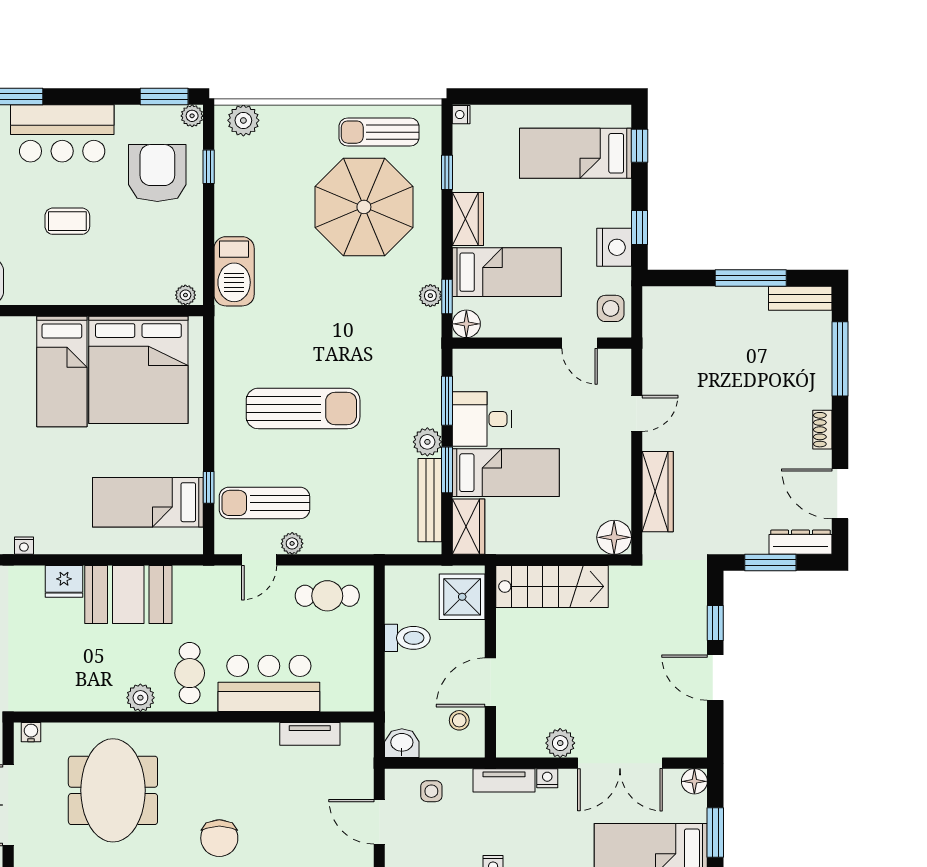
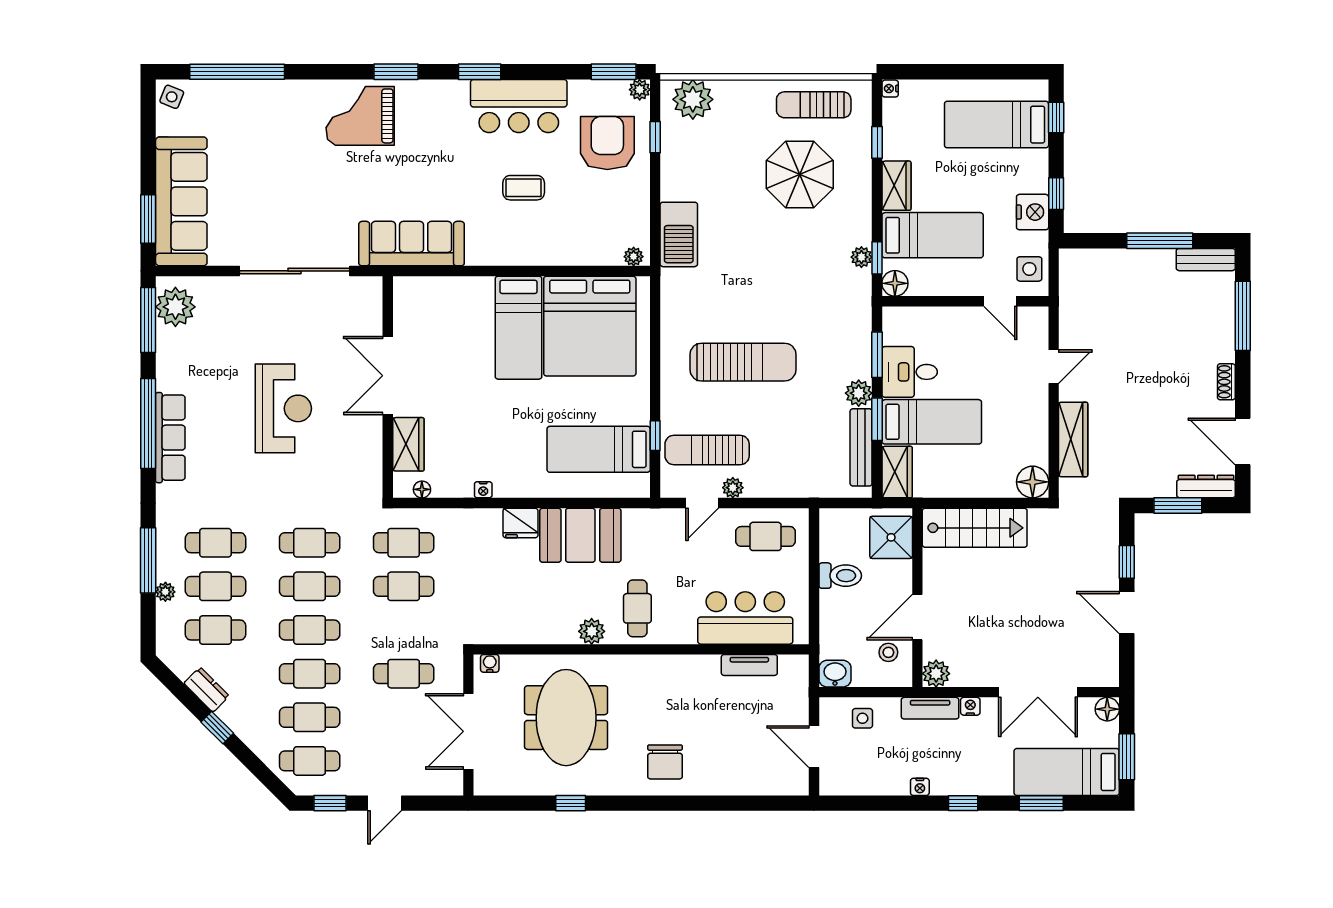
plant: (243, 120) -> (693, 99), width x1.36, depth x1.36
parasol: (364, 207) -> (800, 175), width x0.73, depth x0.73
bar counter: (269, 683) -> (745, 618), moved
plant: (560, 743) -> (936, 674), moved

